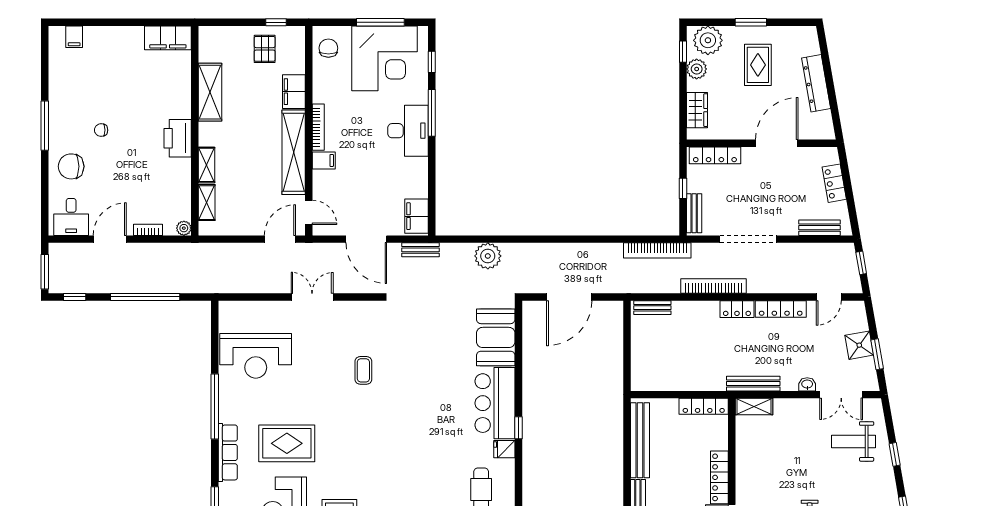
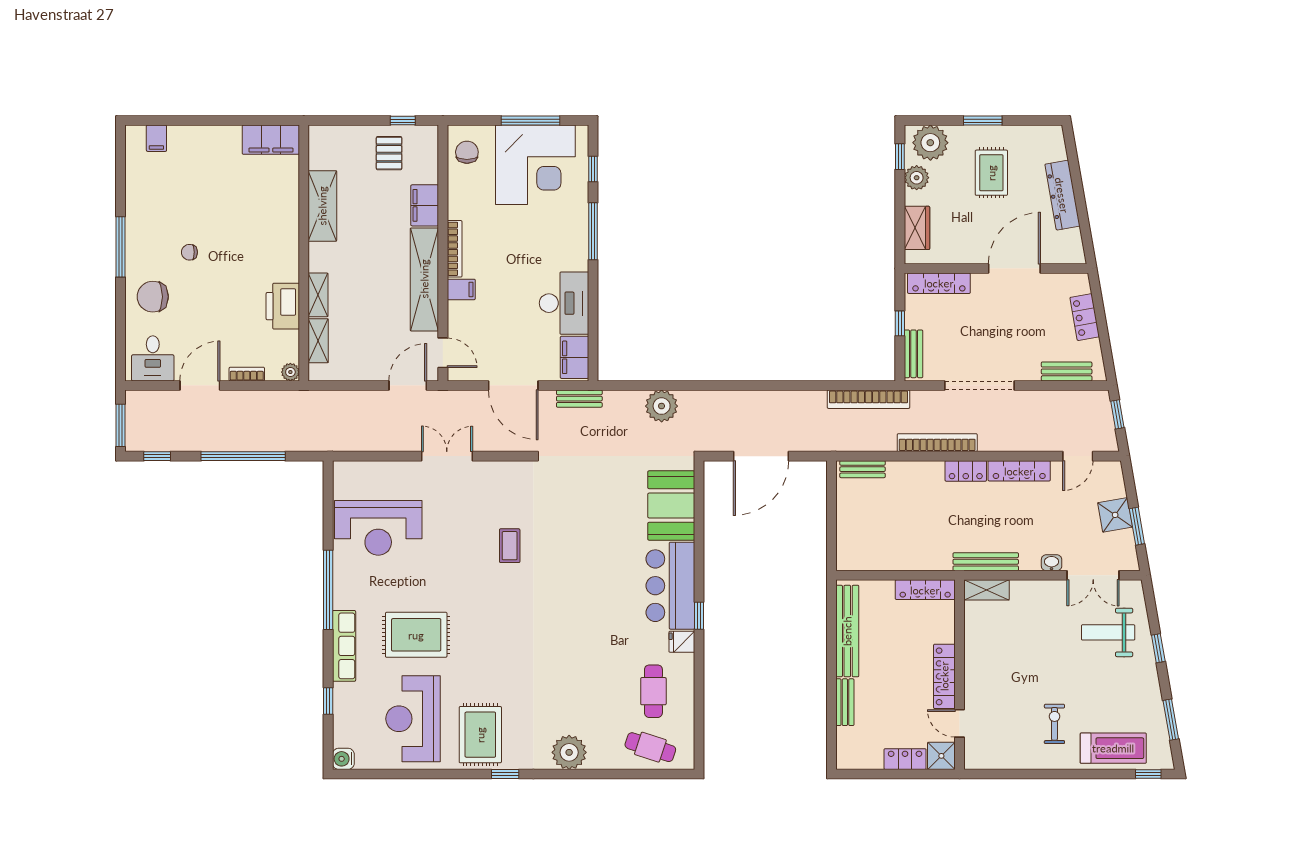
desk: (408, 131) -> (564, 303), moved
printer: (178, 138) -> (283, 306), moved

